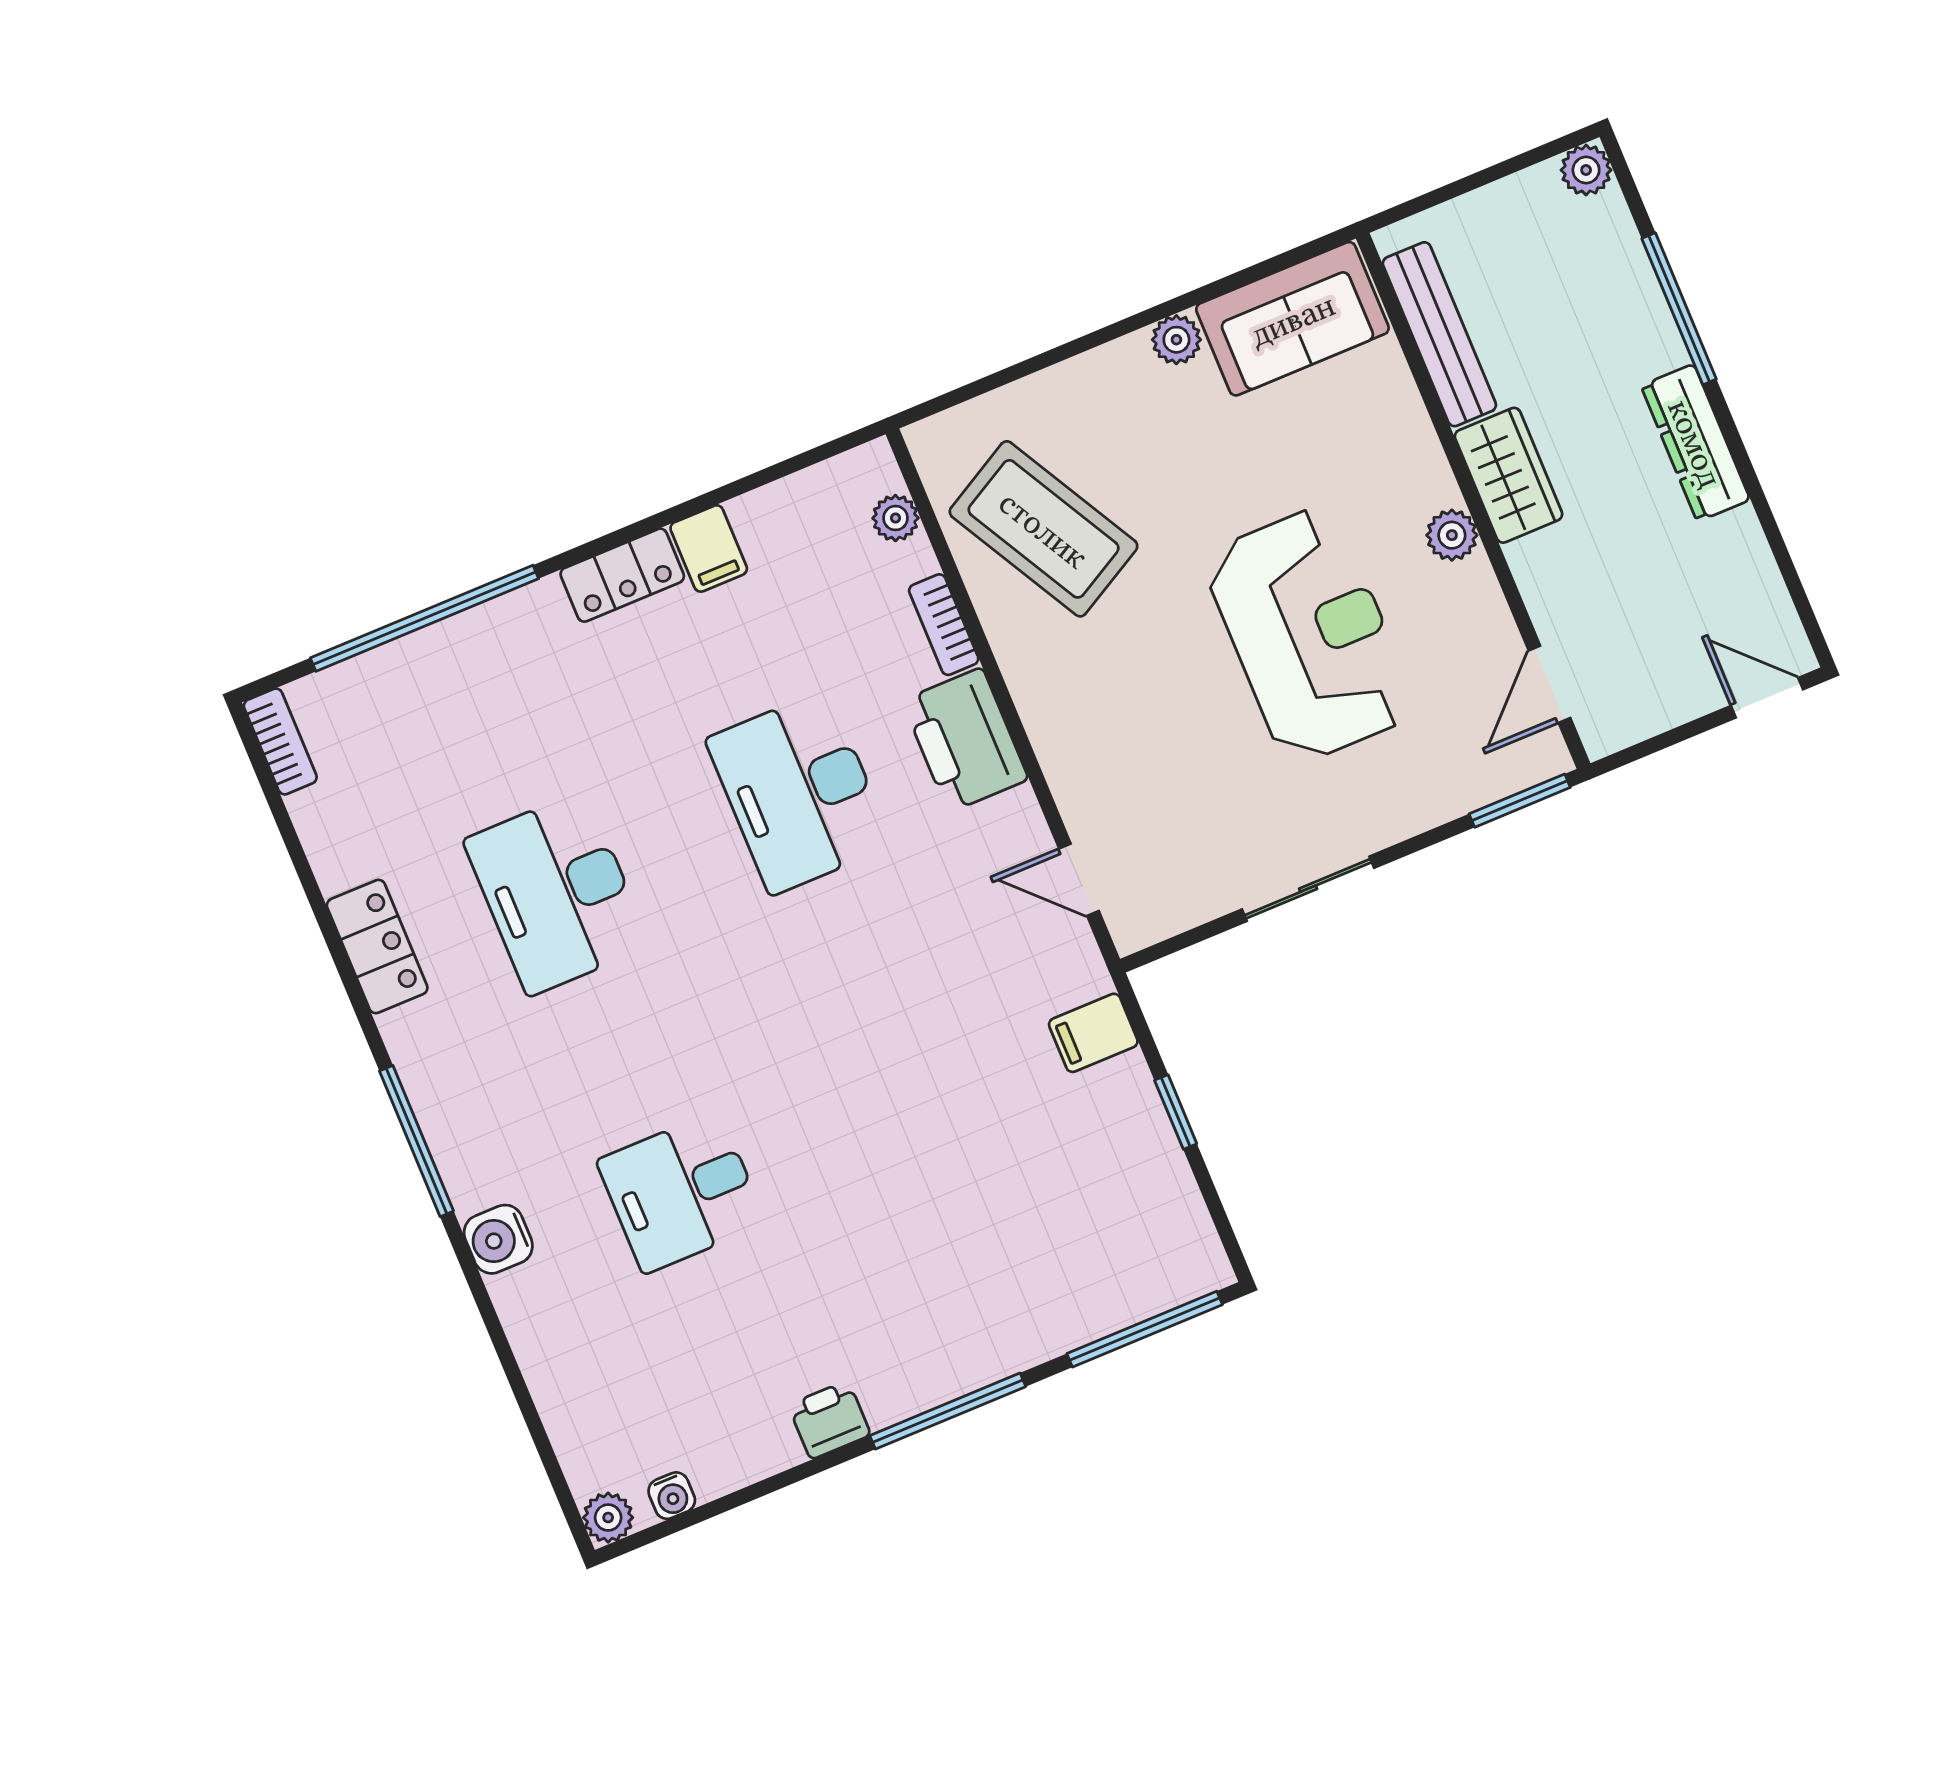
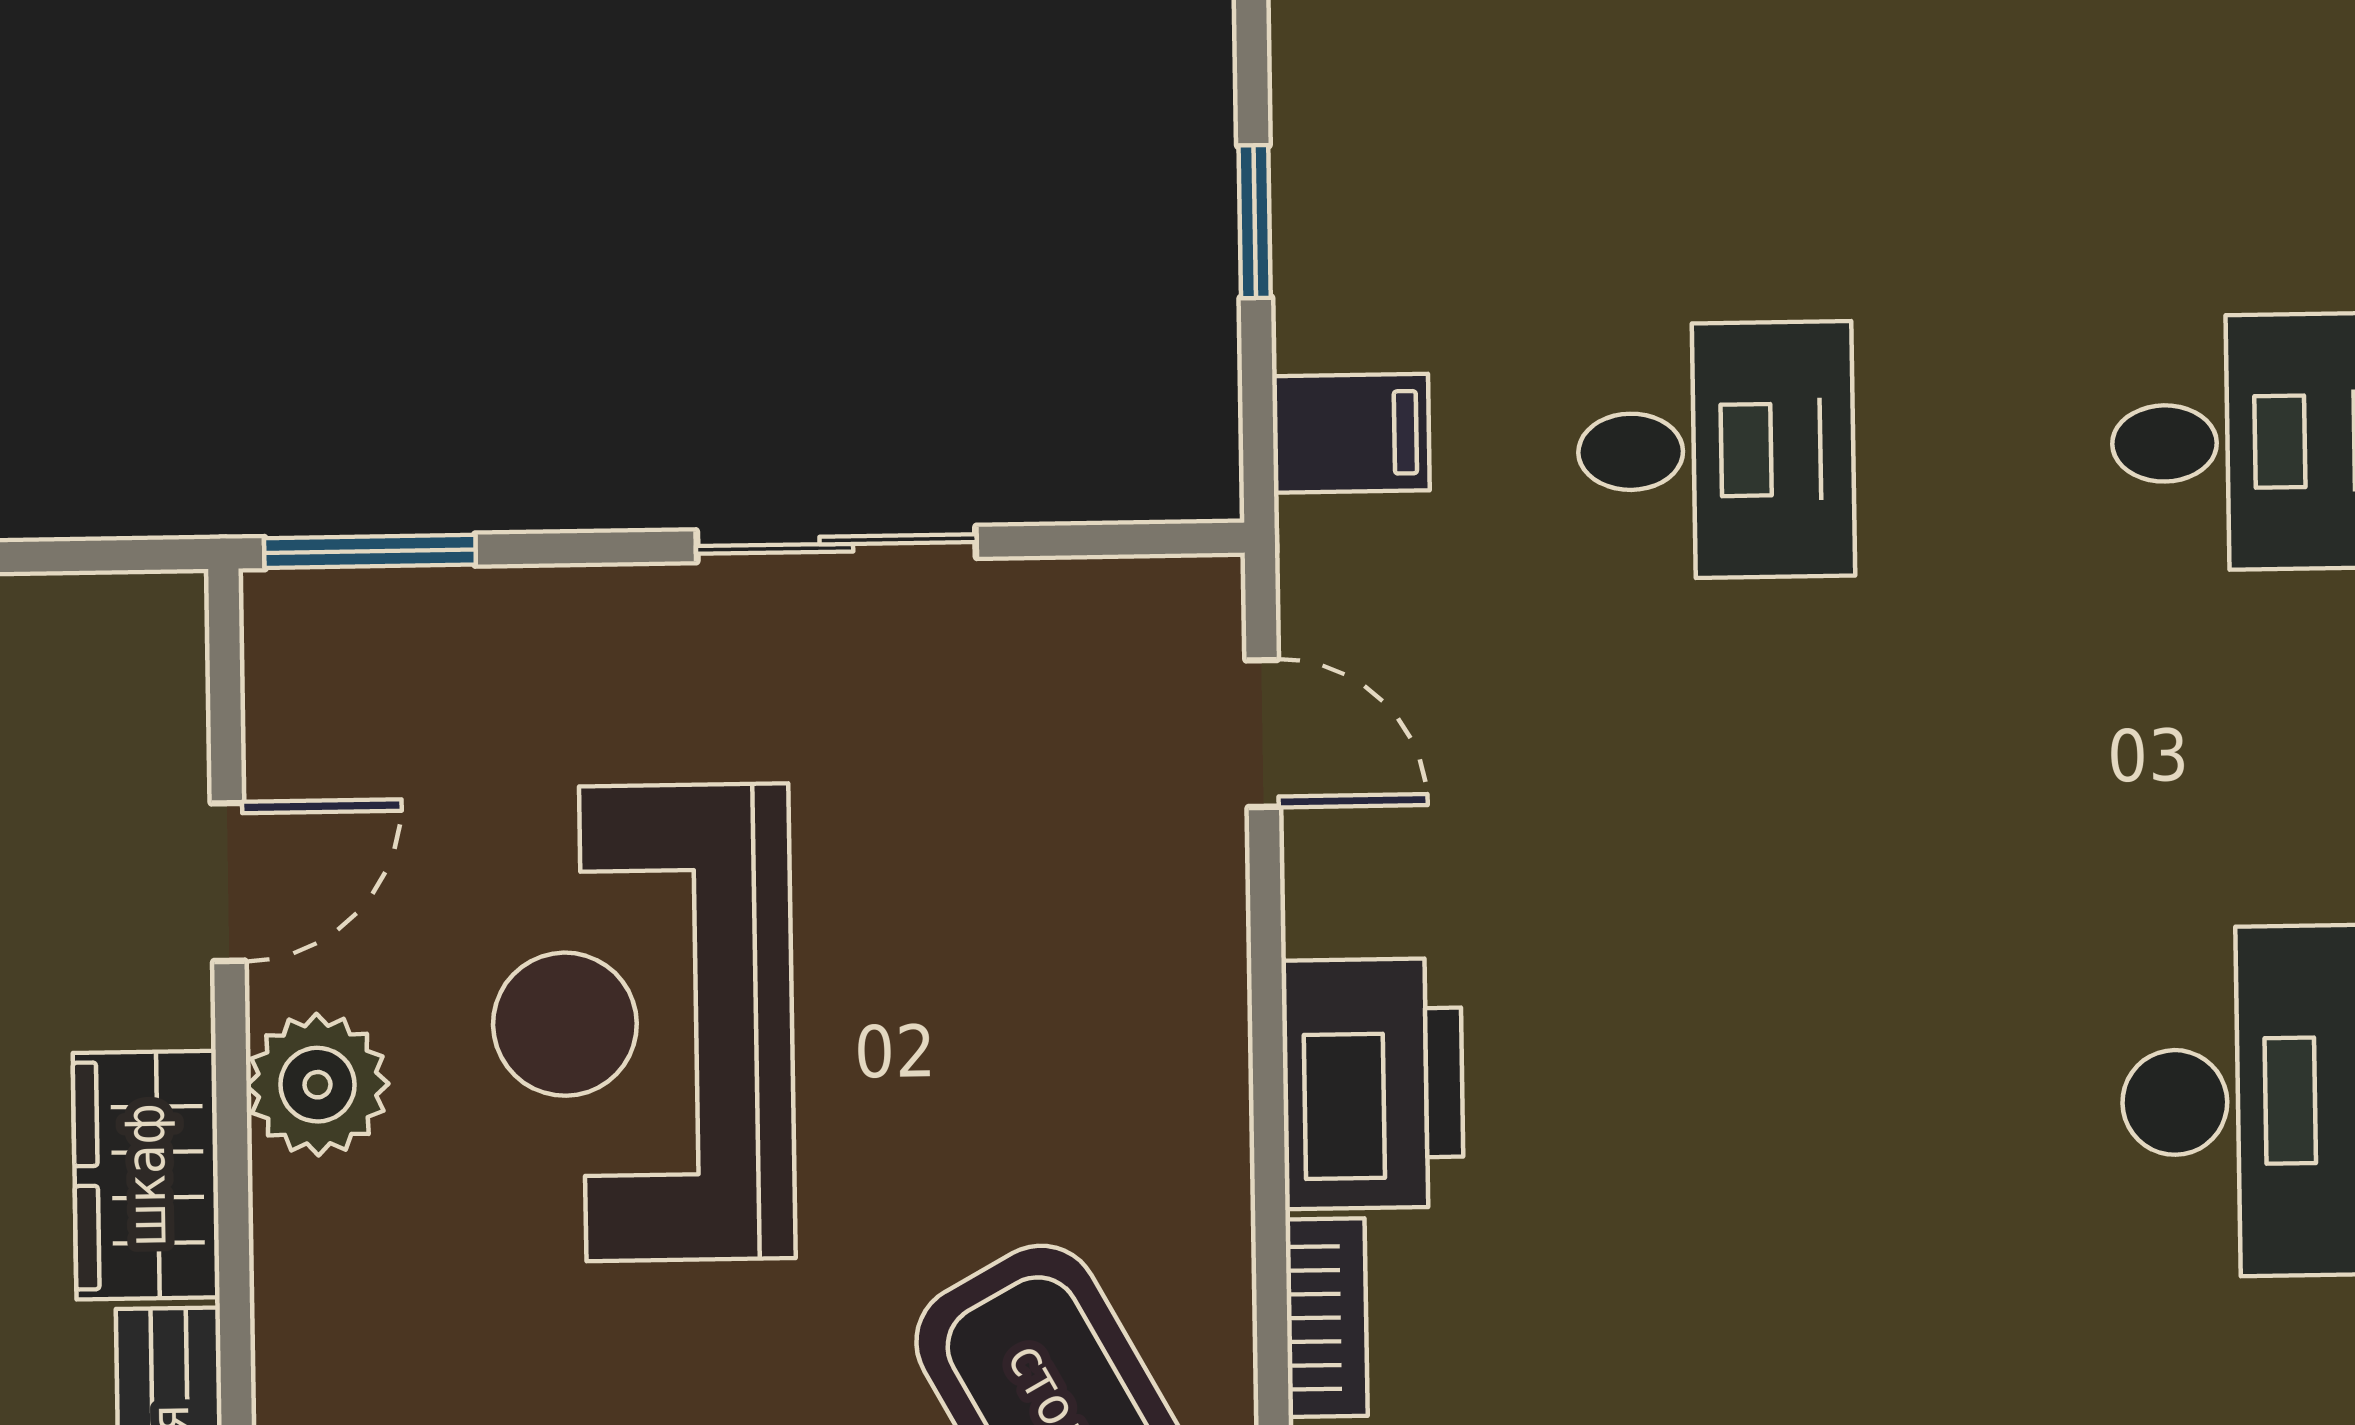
plant: (1452, 535) -> (317, 1085), width x1.38, depth x1.38
door: (1549, 684) -> (228, 882), moved
desk: (799, 792) -> (1716, 450), moved, width x0.73

